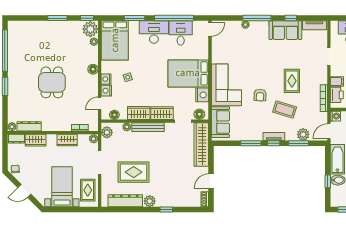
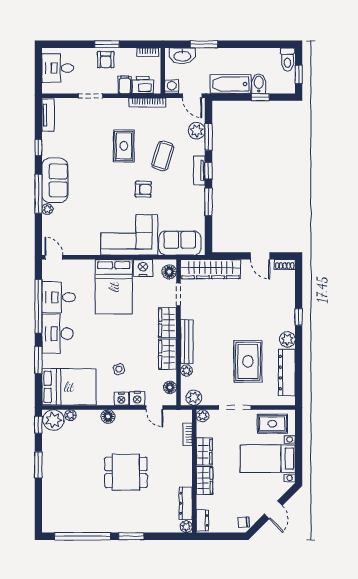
sofa: (285, 30) -> (55, 180), moved
rug: (292, 81) -> (124, 146), turned 90
wardrobe: (36, 140) -> (205, 480), moved

